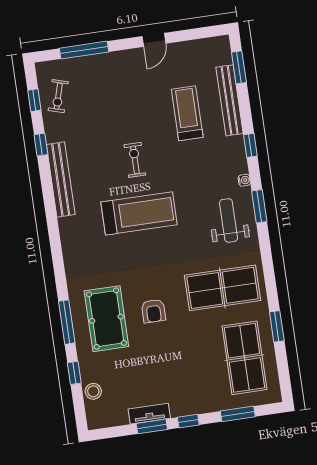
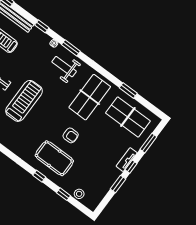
window: (67, 322) -> (39, 176), width x0.46
tv unit: (149, 414) -> (127, 160), moved

